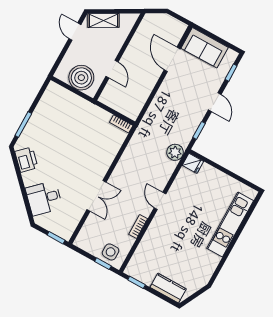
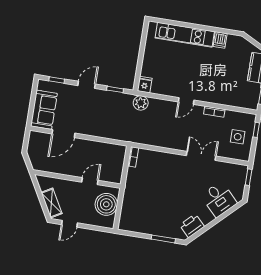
side table: (111, 252) -> (238, 137), moved
dishwasher: (211, 260) -> (220, 40), added

